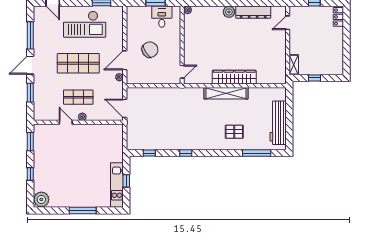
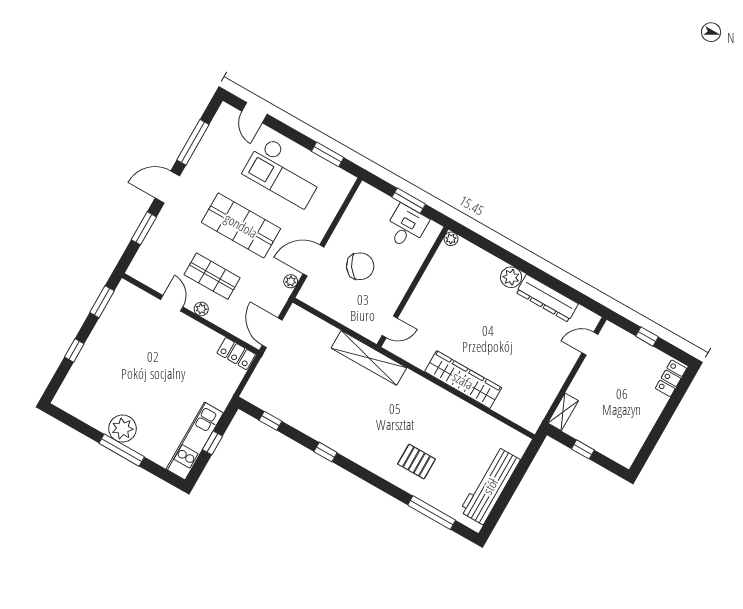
shelving: (226, 93) -> (369, 358), moved
locker: (113, 129) -> (236, 354), added
plant: (41, 199) -> (123, 429), moved

